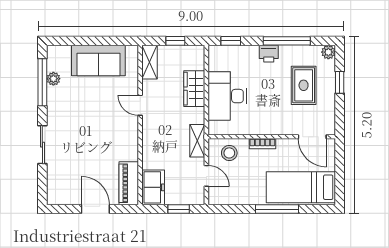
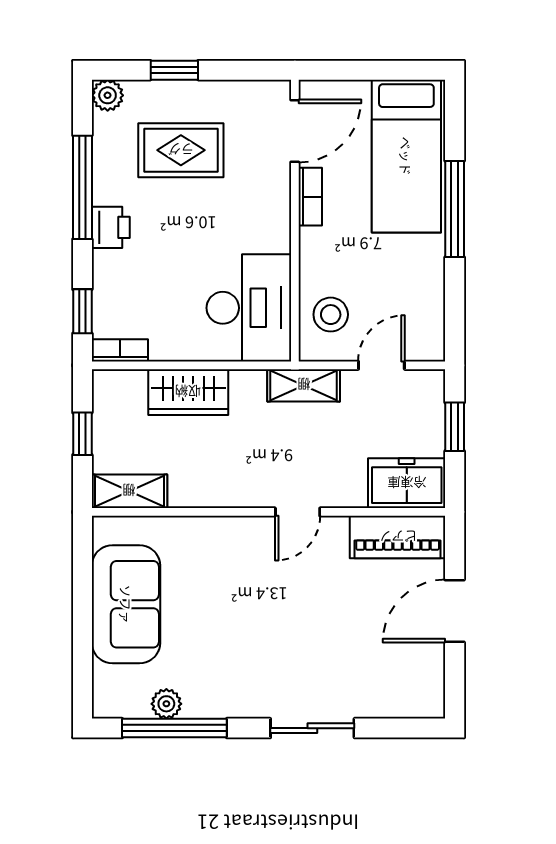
bookcase: (213, 58) -> (120, 350), added
desk: (227, 96) -> (249, 308), moved, turned -90
door: (140, 105) -> (298, 512), moved
bookcase: (262, 144) -> (310, 197), moved

